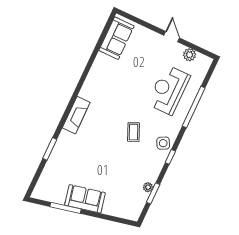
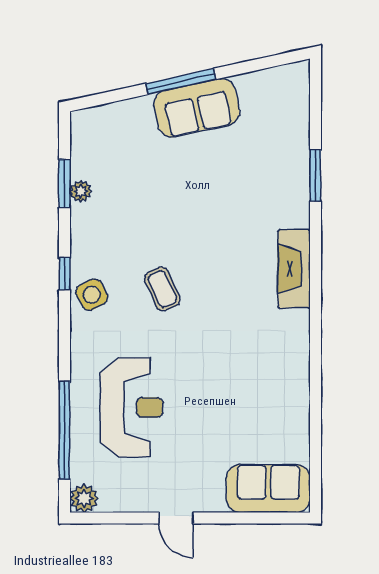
sofa: (116, 38) -> (268, 488), moved, turned 90
plant: (190, 55) -> (84, 498), moved
window: (194, 107) -> (64, 430), moved
window: (65, 208) -> (181, 81), moved

